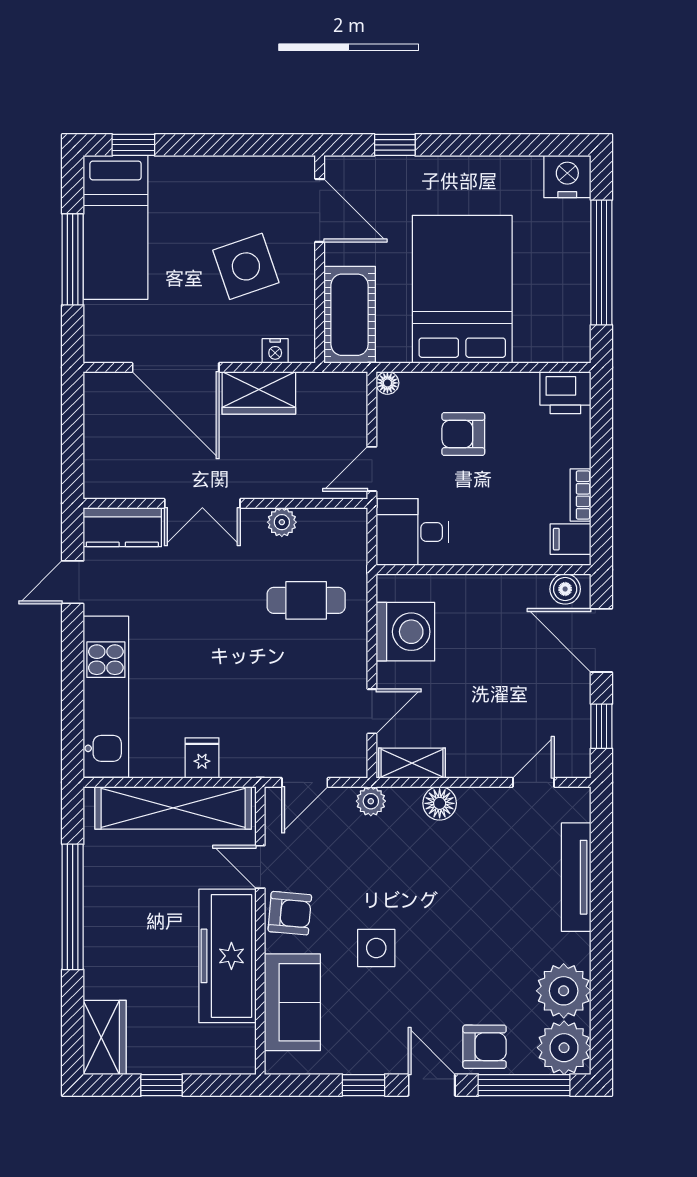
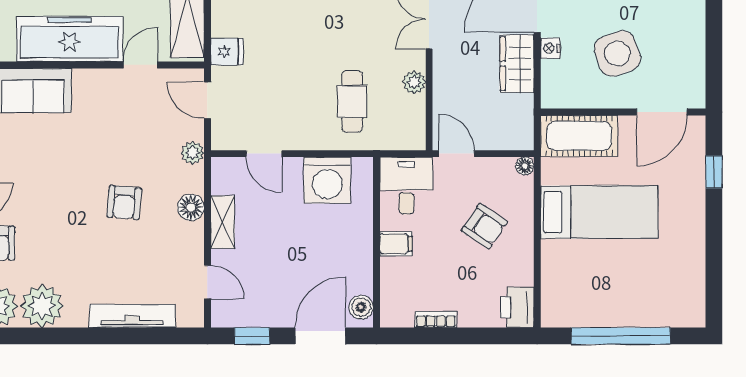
nightstand: (567, 177) -> (689, 309), removed
bed: (462, 289) -> (599, 212), width x0.67
nightstand: (275, 351) -> (550, 48), moved
armchair: (463, 434) -> (484, 226), turned 124
filing cabinet: (571, 539) -> (396, 244), moved, turned 90
fridge: (202, 758) -> (227, 52), moved
shelving: (412, 763) -> (223, 222), moved
armchair: (290, 913) -> (124, 203), moved
side table: (376, 948) -> (76, 157), removed

